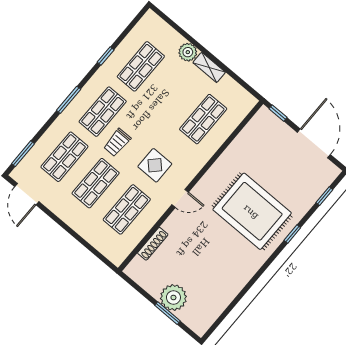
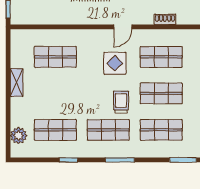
plant: (188, 52) -> (18, 135), moved
trolley: (117, 143) -> (121, 102), turned -90
door: (180, 198) -> (123, 27), swing flipped
shoe rack: (153, 244) -> (165, 19), width x0.70

